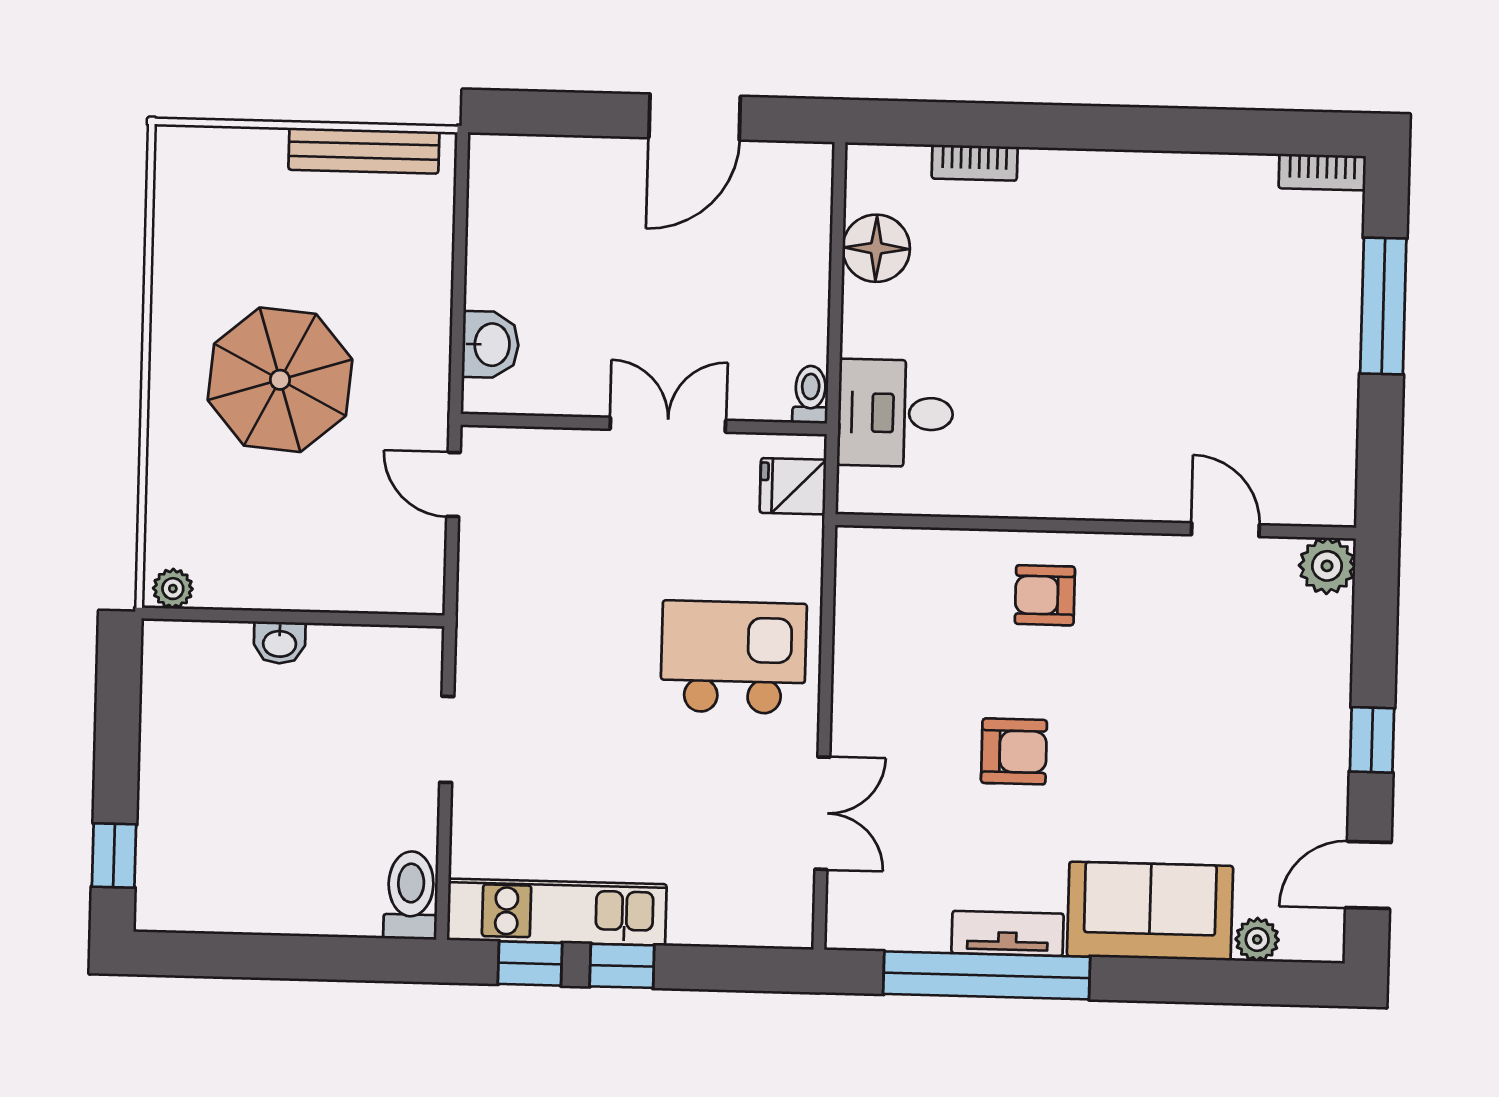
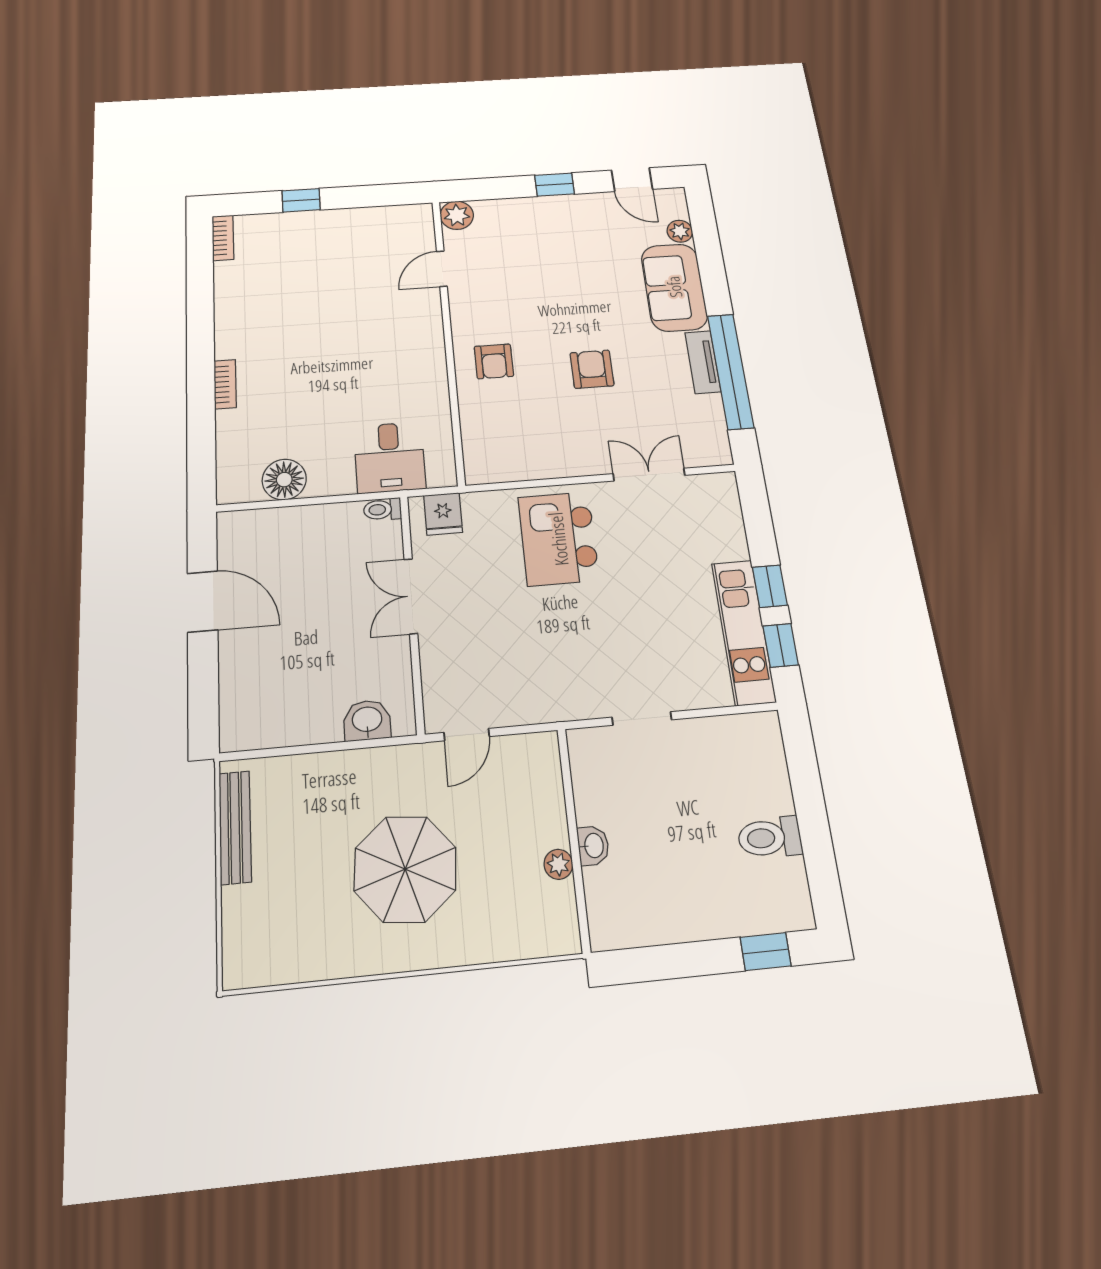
bookcase: (975, 163) -> (225, 384), moved
window: (1383, 306) -> (301, 200), width x0.46
plant: (173, 589) -> (558, 864), moved
toilet: (411, 895) -> (770, 837), moved

